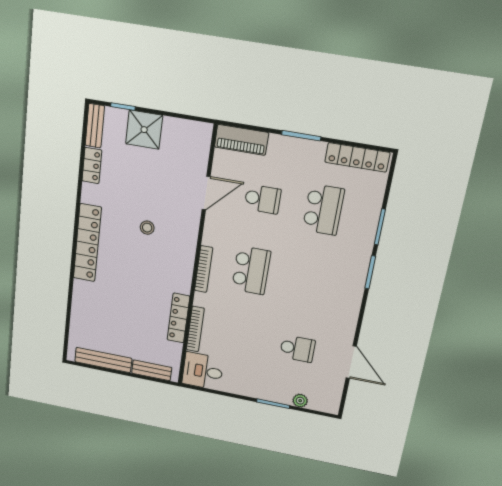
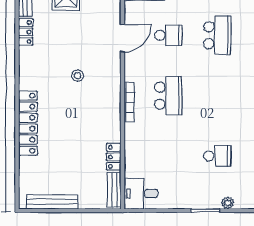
locker: (87, 243) -> (28, 123), moved
locker: (178, 318) -> (114, 157), width x0.66
bookcase: (195, 329) -> (129, 156), removed
bench: (152, 370) -> (114, 190), moved, turned 90

